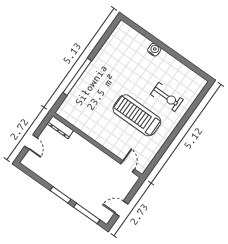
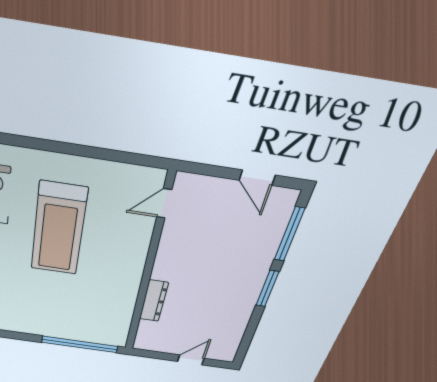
window: (77, 77) -> (80, 344), moved
dresser: (60, 127) -> (154, 301), moved

